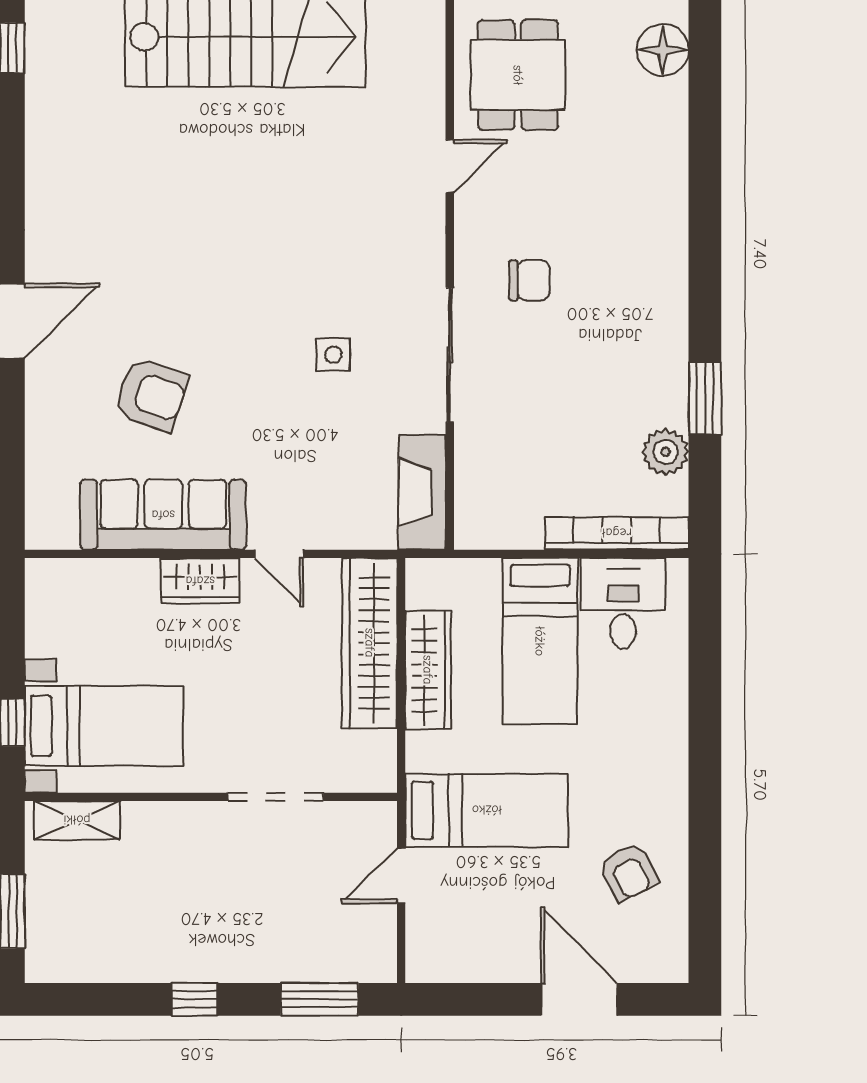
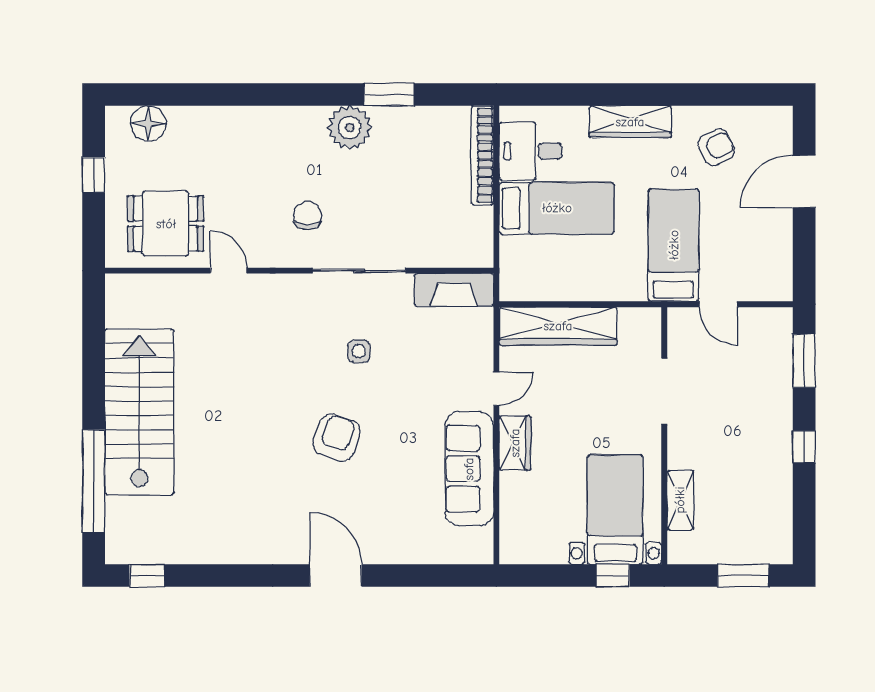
armchair: (151, 394) -> (337, 438), moved
plant: (666, 452) -> (349, 127), moved, width x1.36, depth x1.36
wardrobe: (428, 670) -> (630, 122), moved, turned 180
shelving: (77, 820) -> (680, 500), moved

